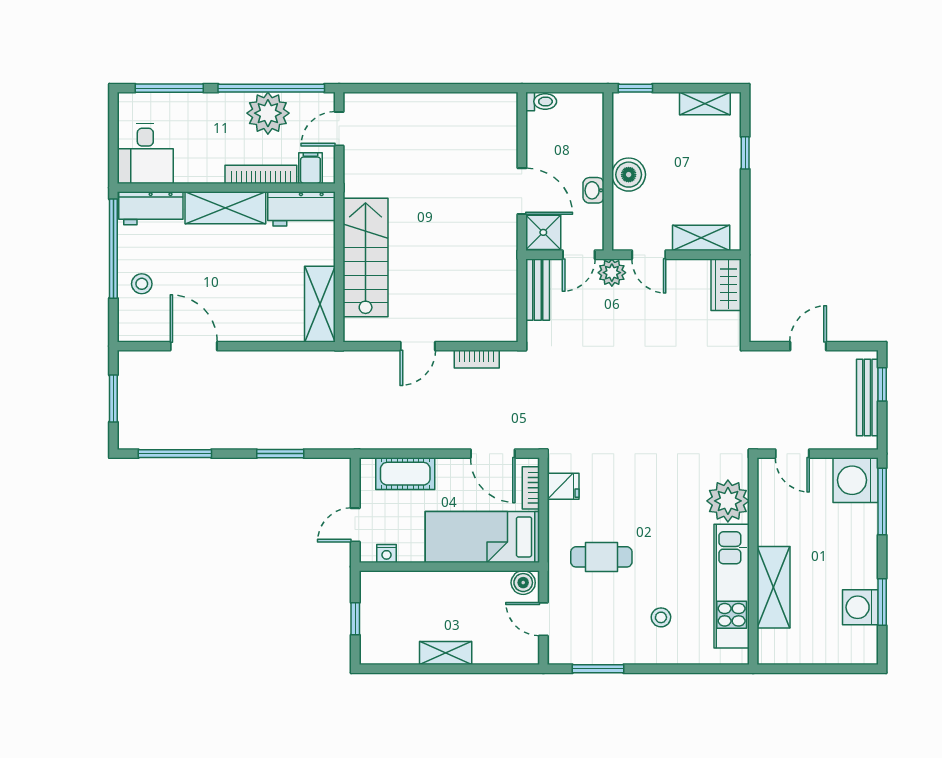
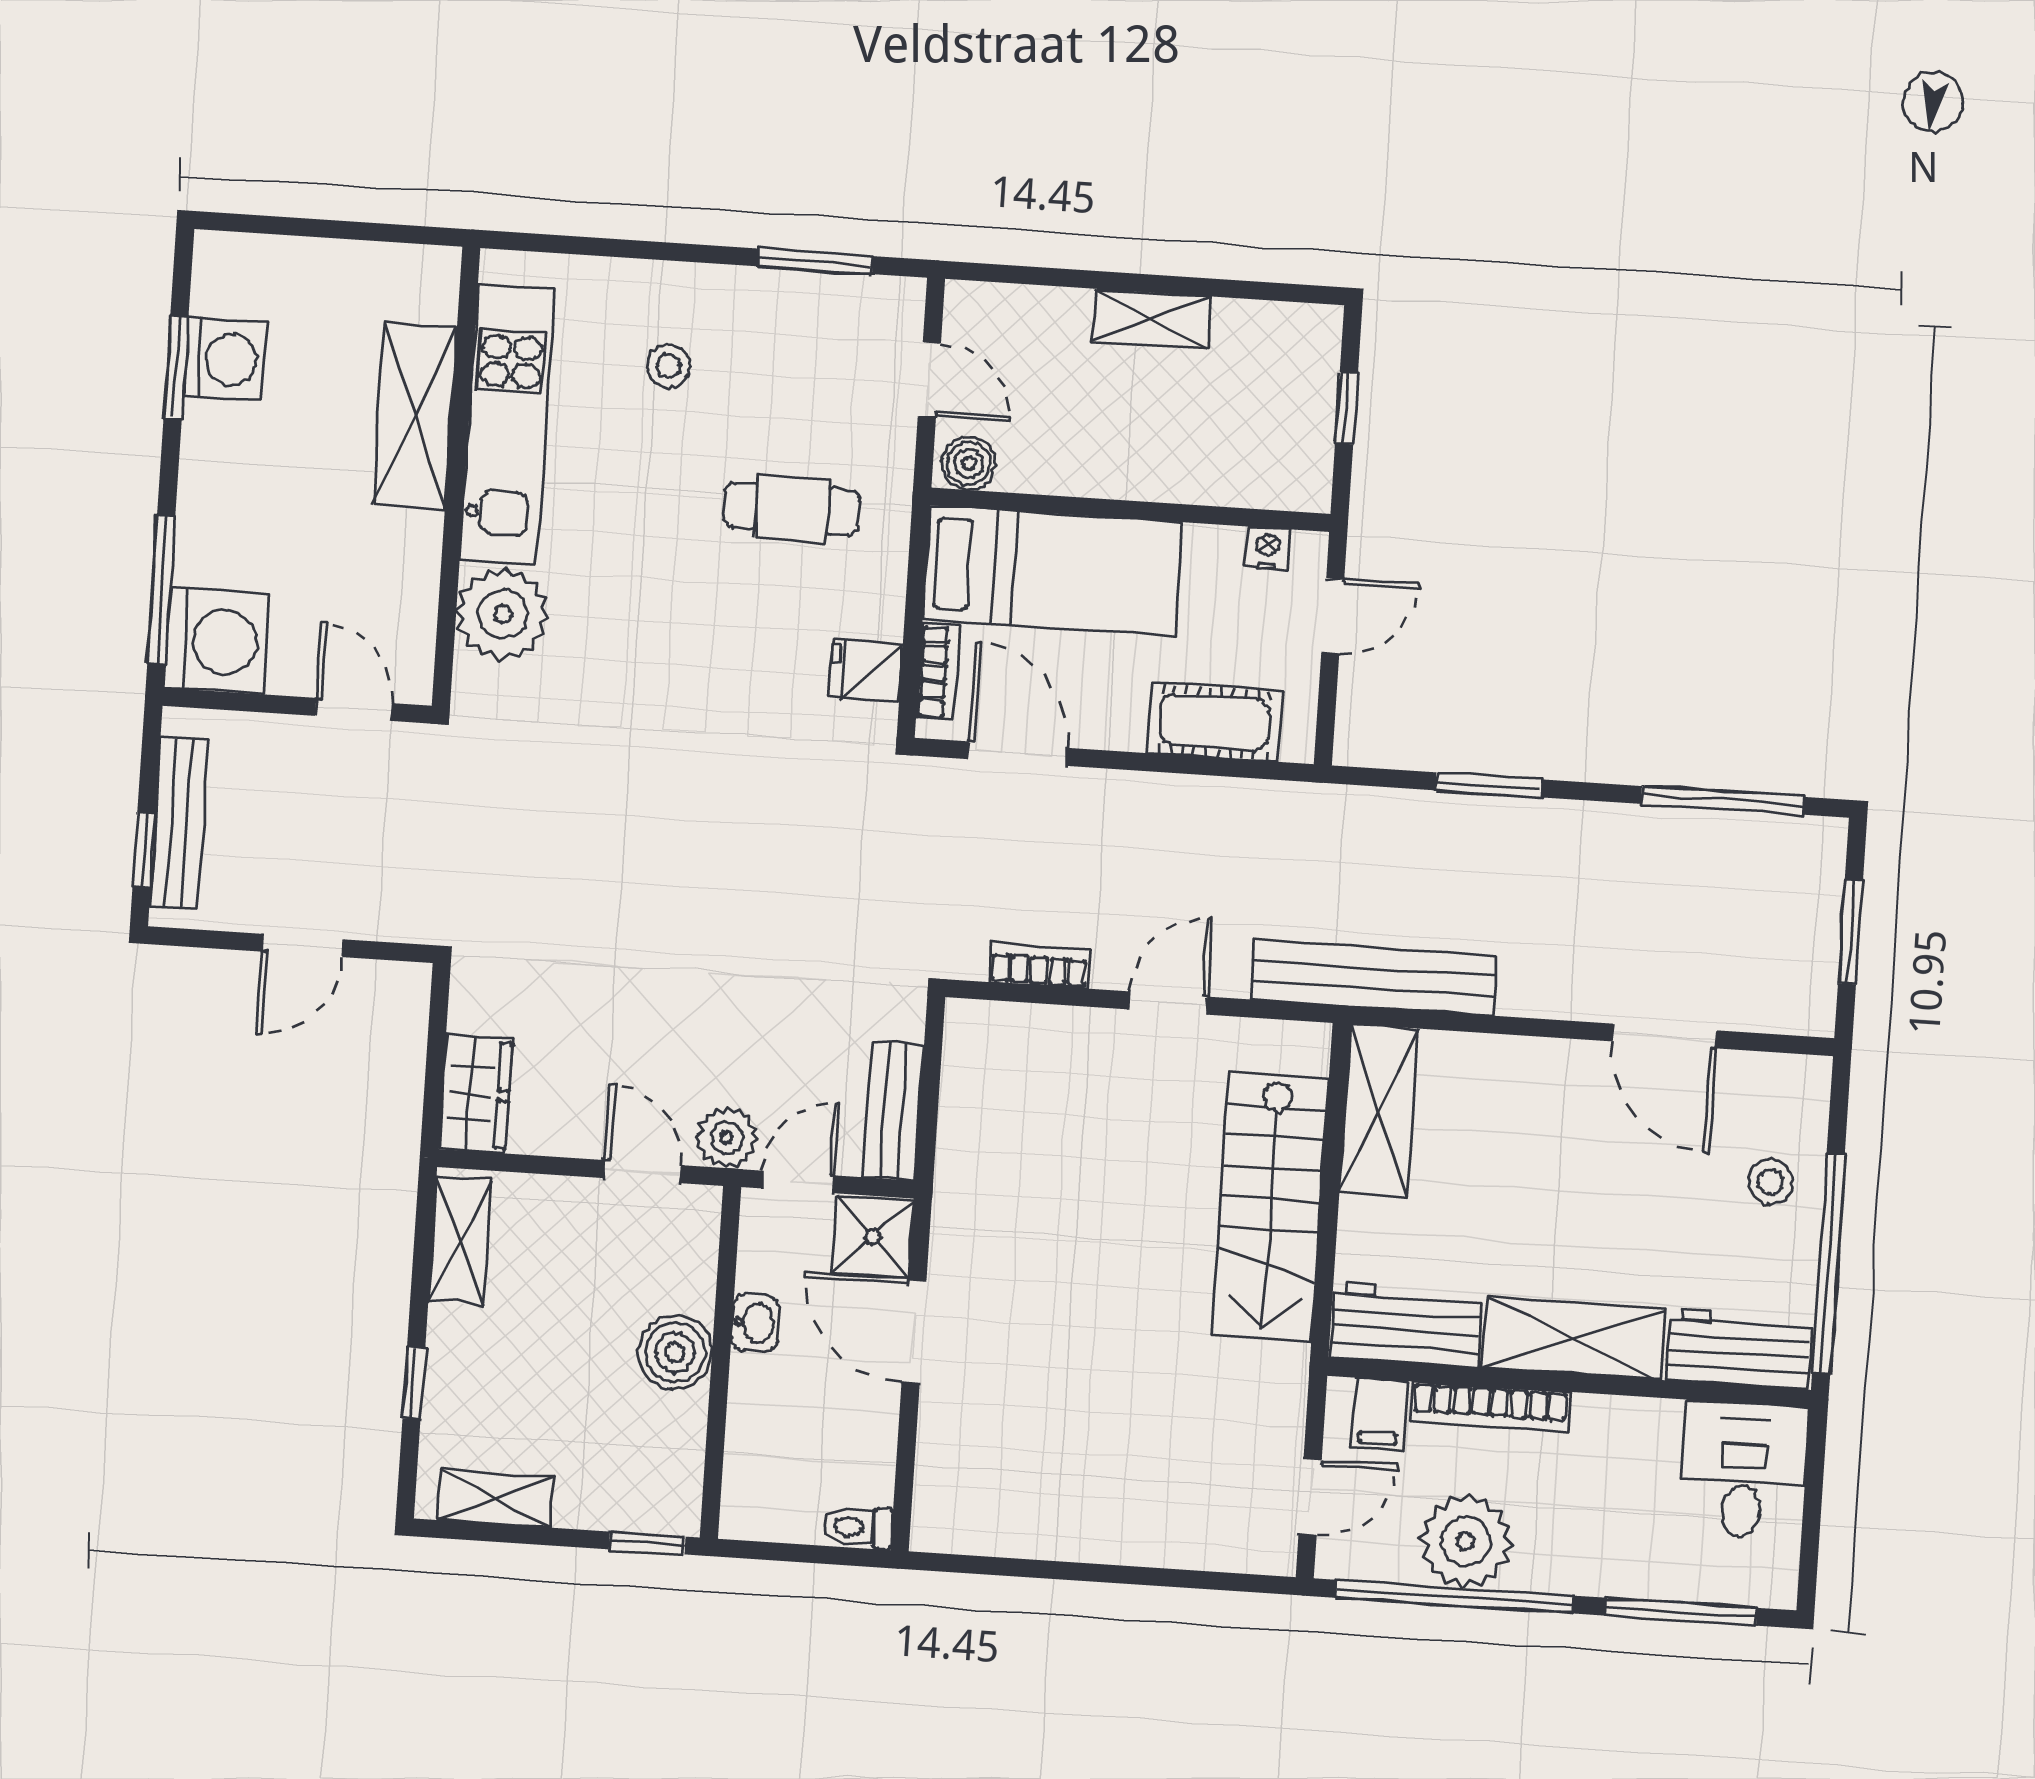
shelving: (701, 238) -> (461, 1240), moved, turned 90
bench: (326, 364) -> (1374, 978), added

